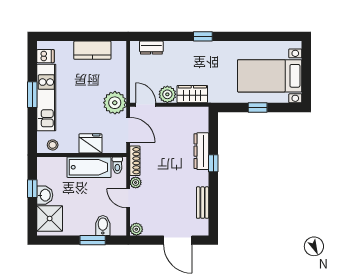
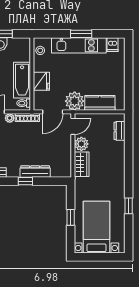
window: (203, 36) -> (129, 206), moved
kitchen counter: (92, 50) -> (100, 103), moved, turned 90

